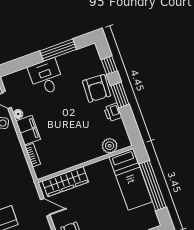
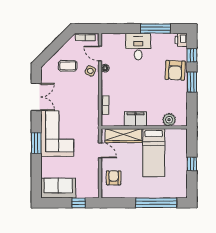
printer: (113, 112) -> (181, 40), moved
filing cabinet: (28, 130) -> (135, 119), moved, turned -90
bed: (131, 179) -> (154, 153), moved
window: (153, 186) -> (192, 164), width x0.32

